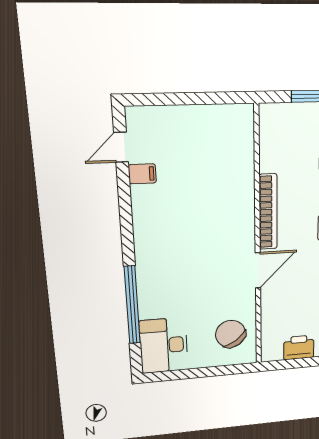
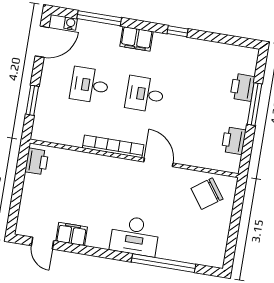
printer: (231, 118) -> (37, 161), added
filing cabinet: (142, 174) -> (72, 234), width x2.00
desk: (164, 345) -> (135, 236), moved

